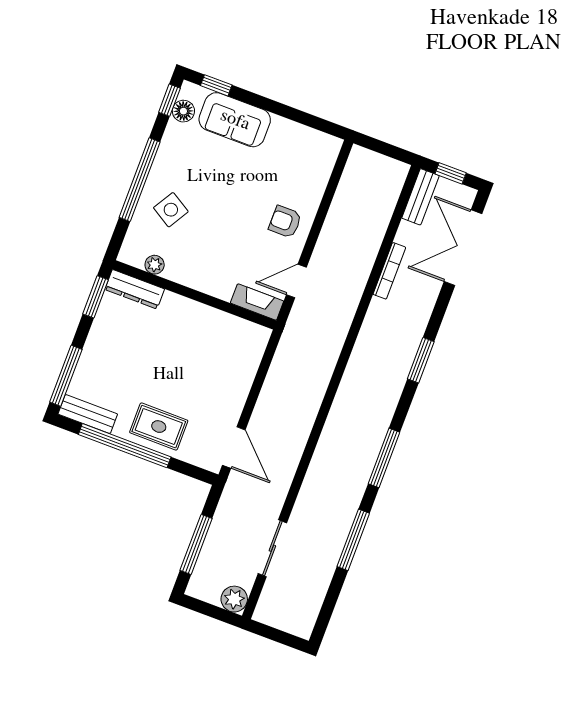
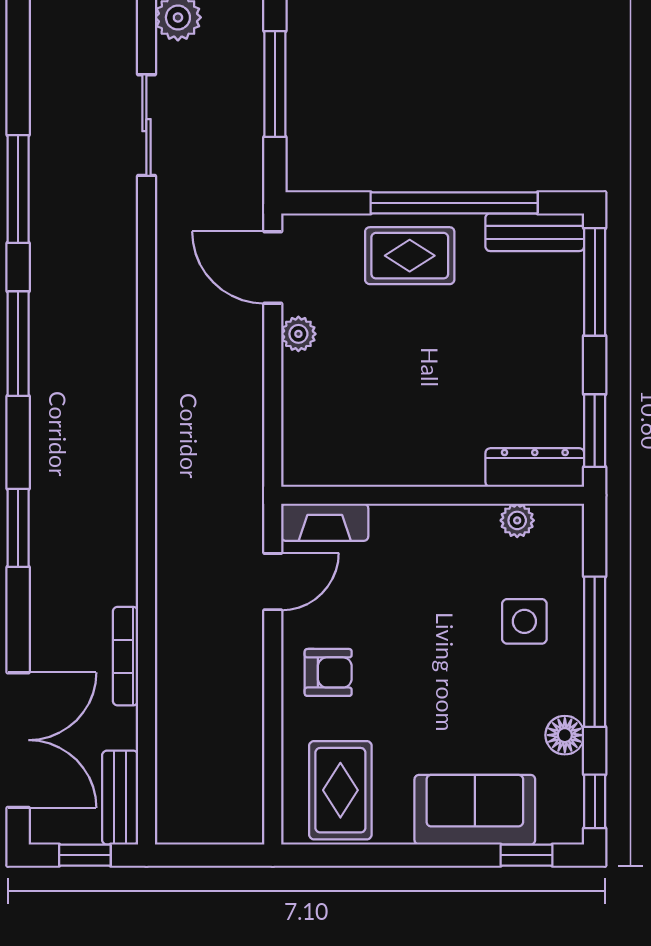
floor lamp: (183, 111) -> (565, 735), moved
rug: (302, 157) -> (340, 790), added
side table: (171, 210) -> (524, 621), turned -31
plant: (233, 407) -> (298, 334), added

